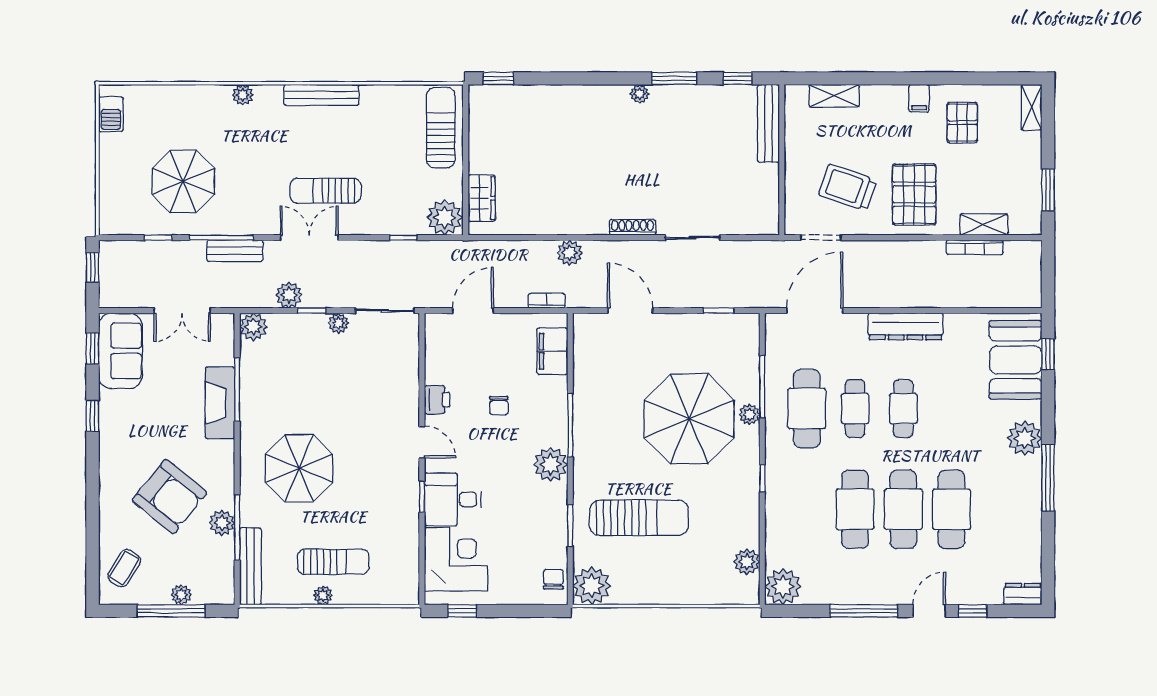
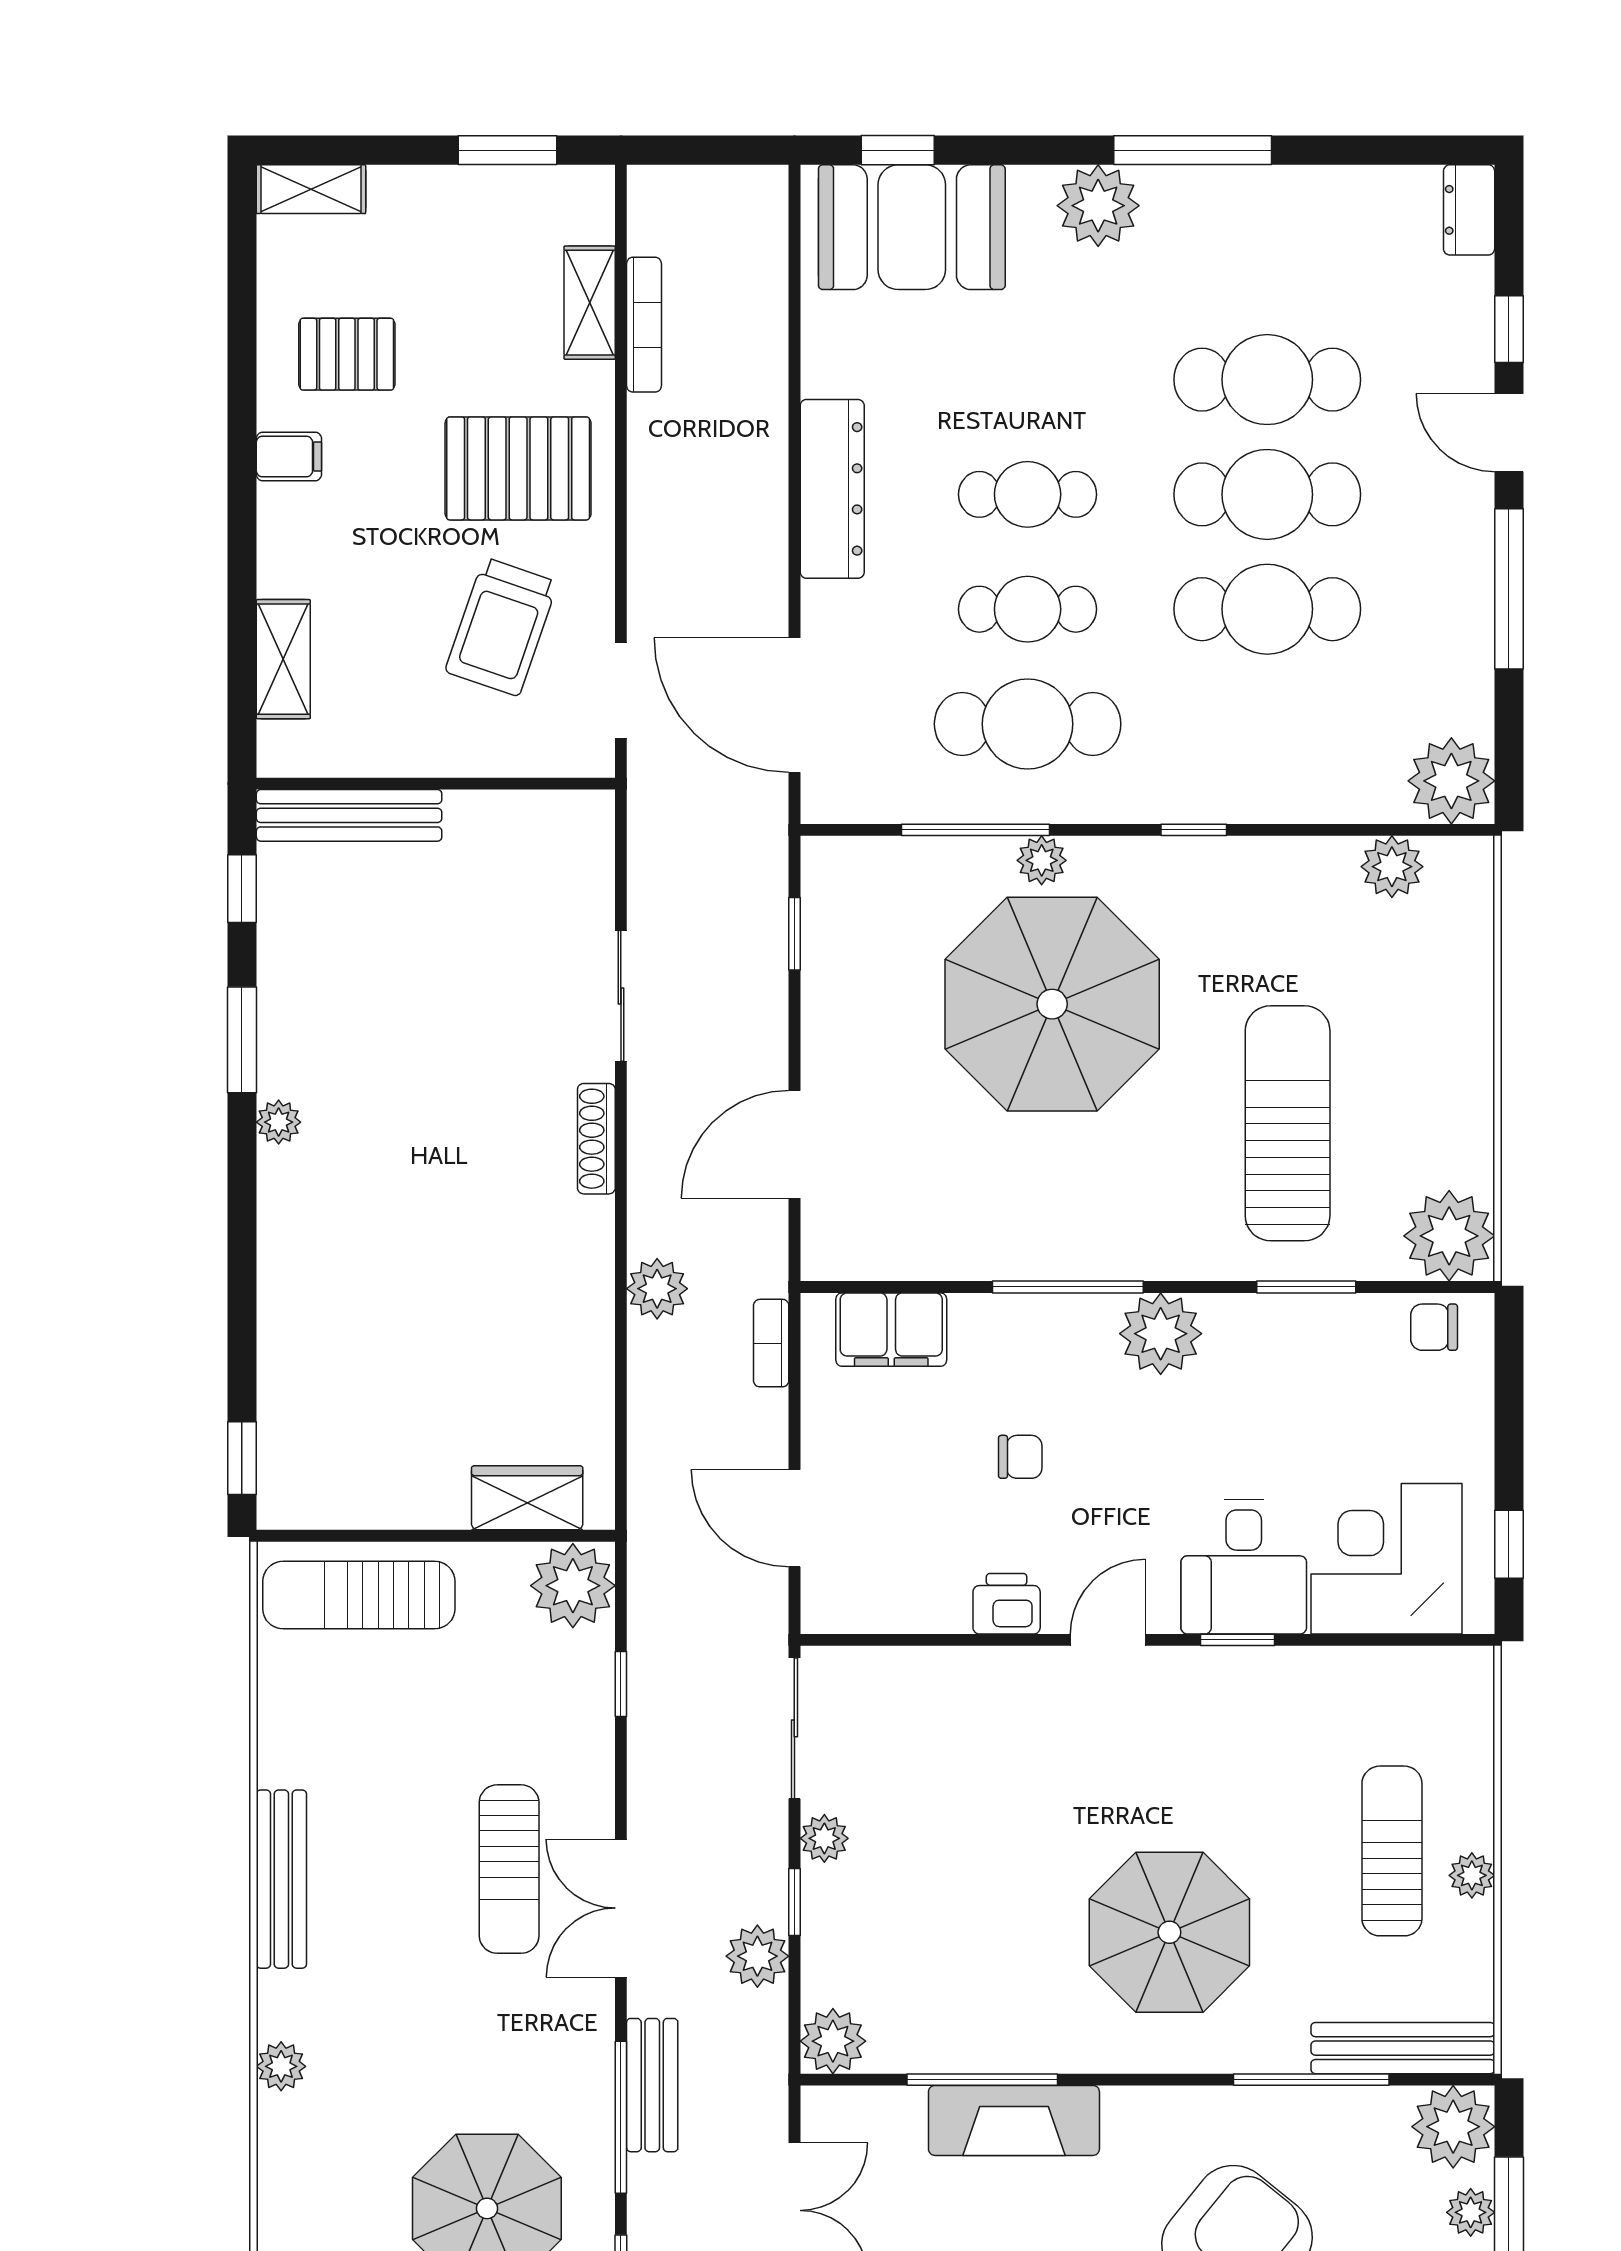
plant: (222, 523) -> (1453, 2127), moved, width x1.36, depth x1.36

